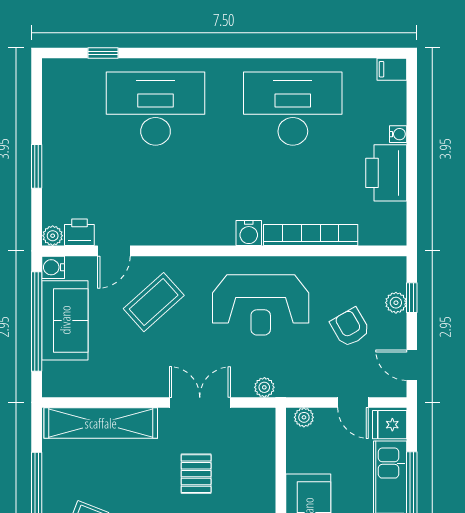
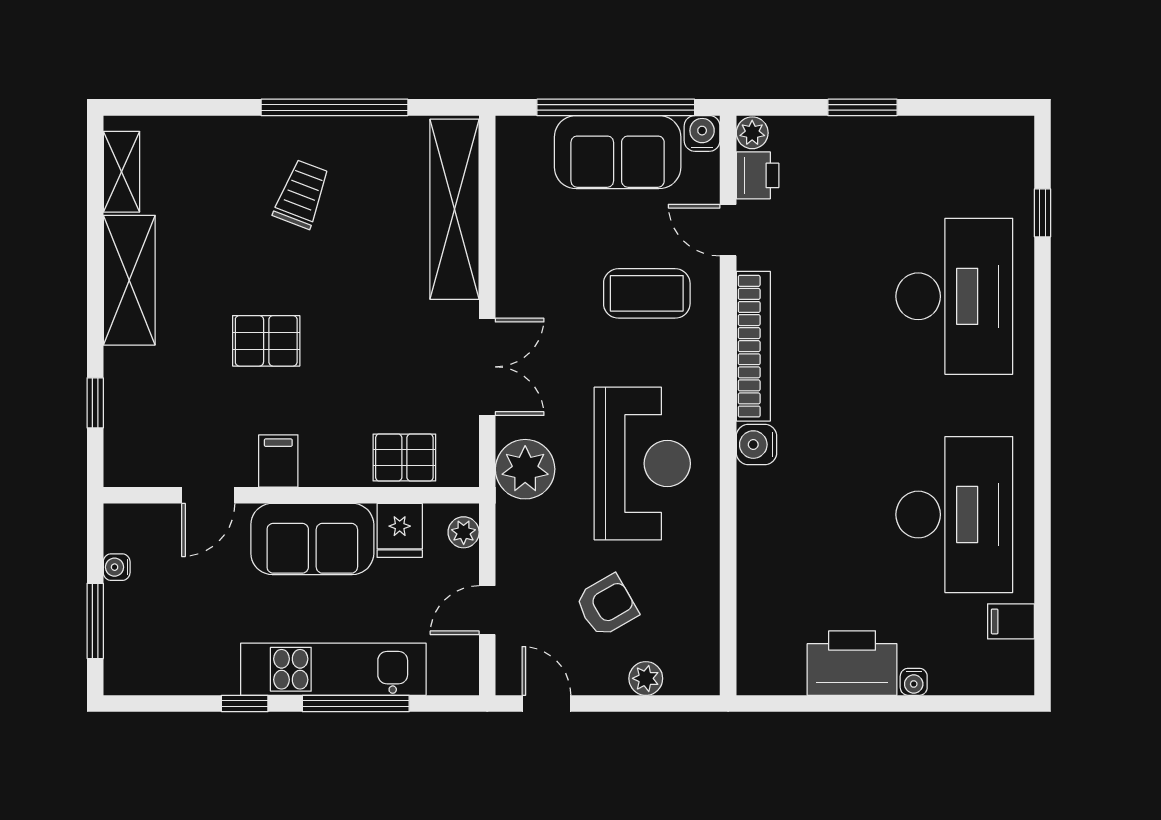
filing cabinet: (392, 69) -> (1011, 621), moved, turned -90
bookcase: (311, 235) -> (753, 346), moved
window: (412, 298) -> (654, 704), removed
coffee table: (154, 302) -> (647, 293), turned -48
reception desk: (261, 305) -> (642, 464), turned 180
door: (412, 365) -> (546, 704), hinge flipped
plant: (264, 387) -> (525, 469), width x1.87, depth x1.87
fridge: (390, 425) -> (400, 530), moved, turned 180
pallet: (196, 474) -> (404, 458), moved

